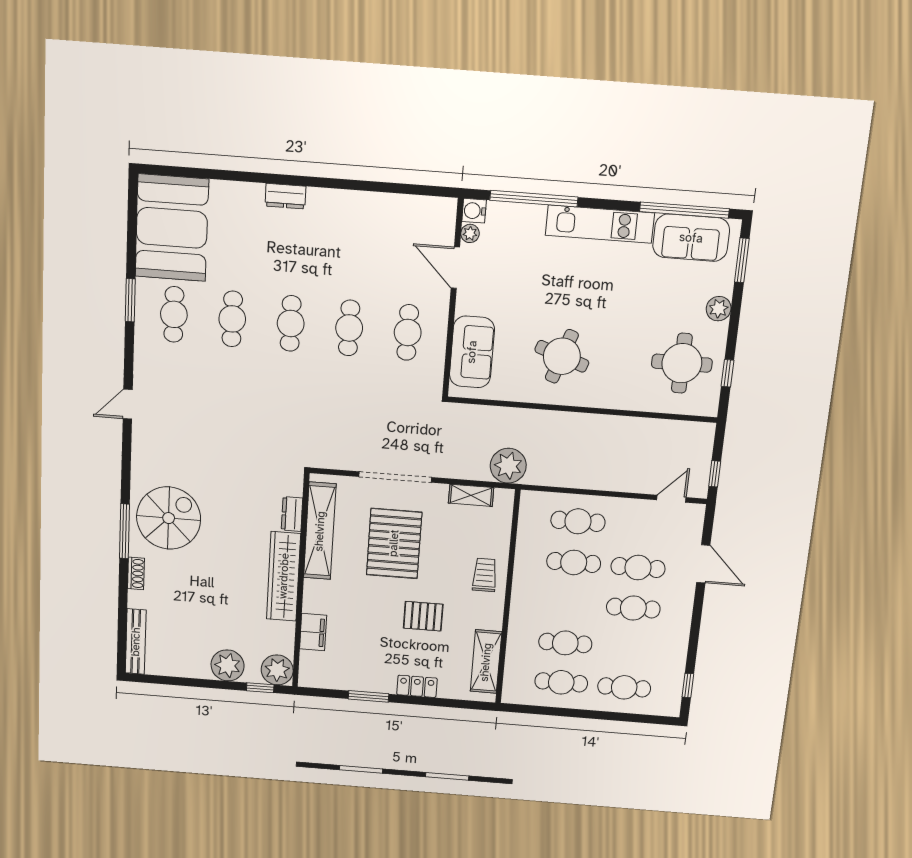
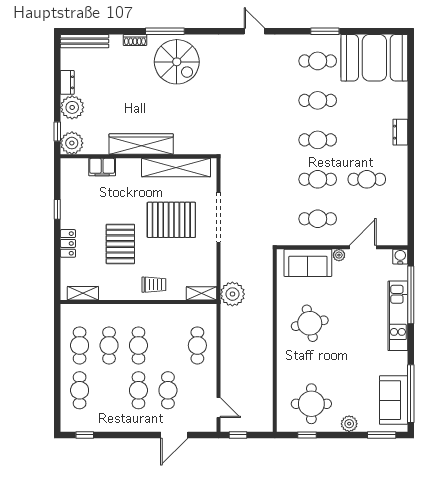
kitchen unit: (600, 224) -> (398, 316), moved
plant: (470, 233) -> (339, 255), moved
cafe table: (354, 254) -> (367, 179), added
round table: (562, 356) -> (310, 323), turned -31
shelving: (471, 495) -> (201, 293), moved, turned 90
dresser: (292, 514) -> (67, 82), moved, turned 90
cafe table: (574, 562) -> (138, 345), moved
pallet: (423, 616) -> (120, 244), width x1.50, depth x1.42
shelving: (486, 662) -> (83, 293), width x0.67, depth x0.75
window: (368, 696) -> (57, 209), width x0.67

